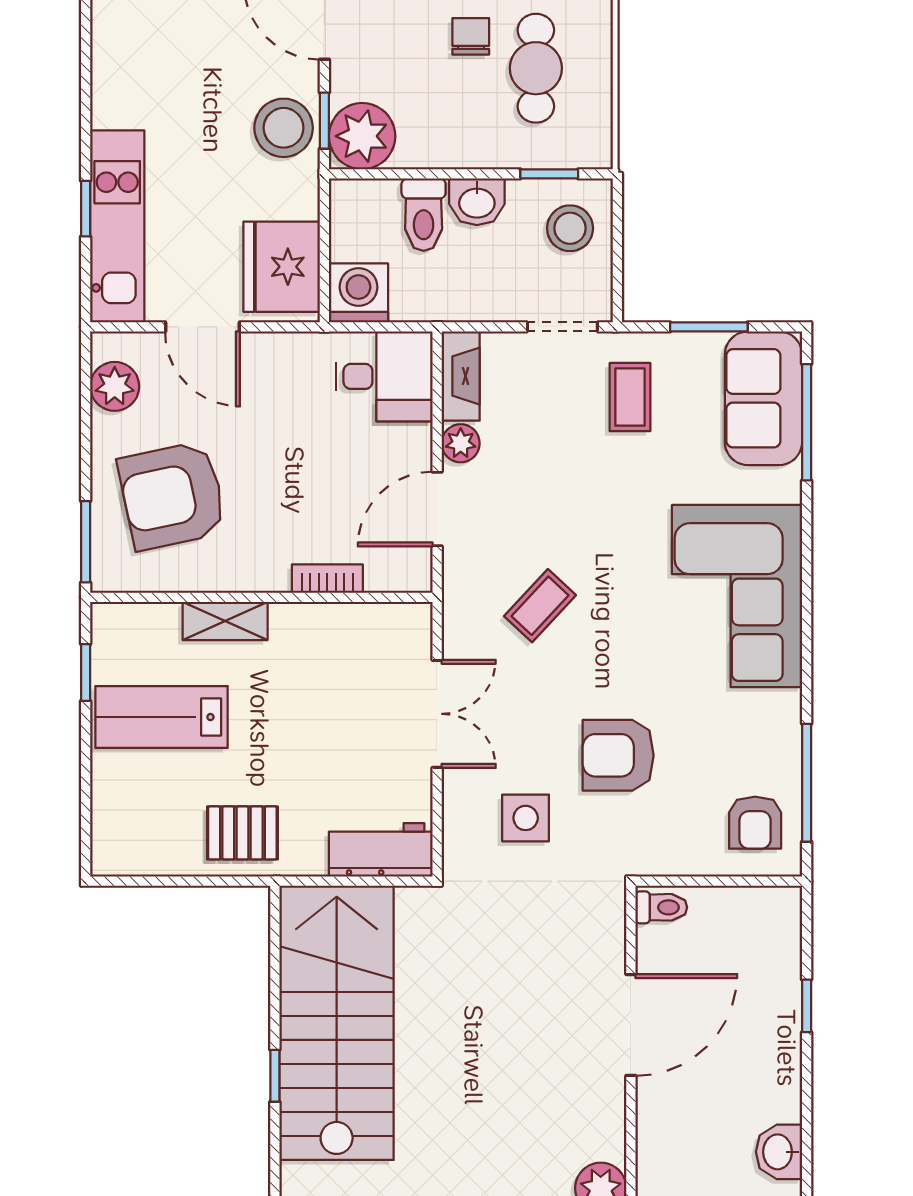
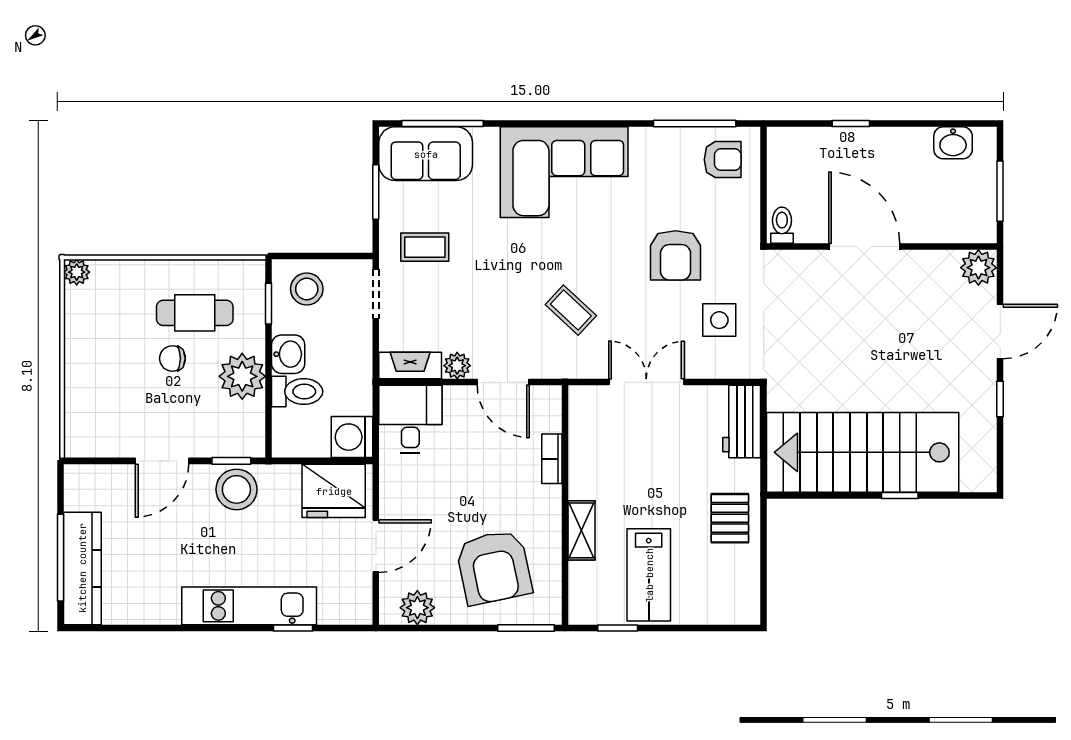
plant: (362, 136) -> (242, 376), moved
kitchen unit: (117, 226) -> (249, 606), moved

